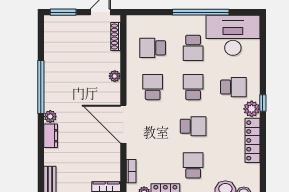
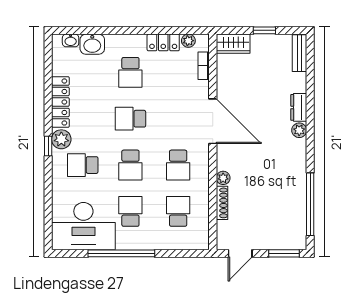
shoe rack: (116, 37) -> (222, 203), moved
school desk: (153, 48) -> (178, 211), turned -90
window: (41, 87) -> (310, 204), moved

